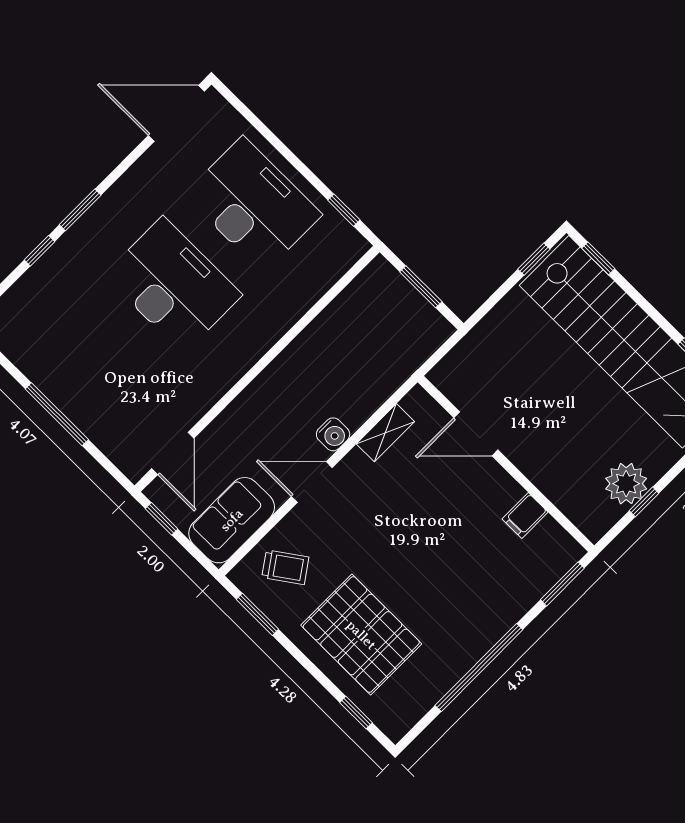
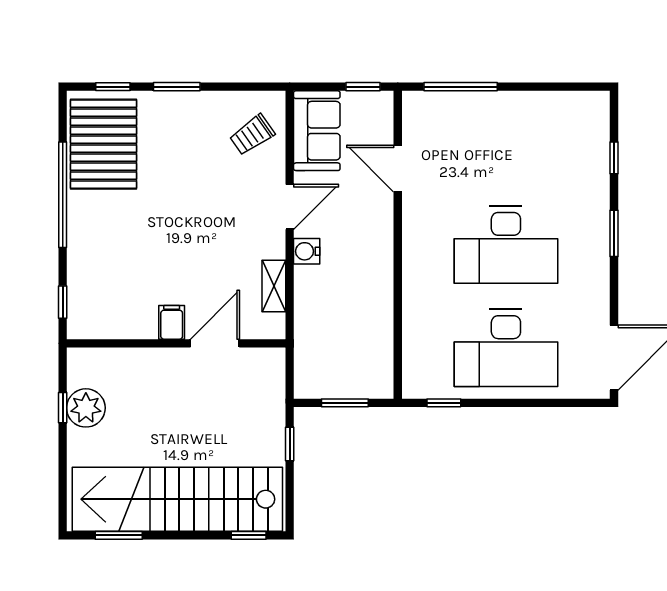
window: (40, 251) -> (614, 158), moved
window: (534, 259) -> (290, 444), moved
window: (57, 414) -> (461, 87), moved
door: (173, 453) -> (398, 169), moved
filing cabinet: (525, 516) -> (172, 322), moved
window: (562, 584) -> (63, 302), width x0.67
window: (257, 614) -> (177, 87), moved
pallet: (361, 635) -> (104, 144), moved, turned 90

